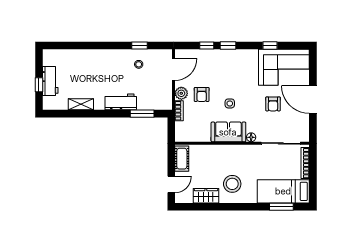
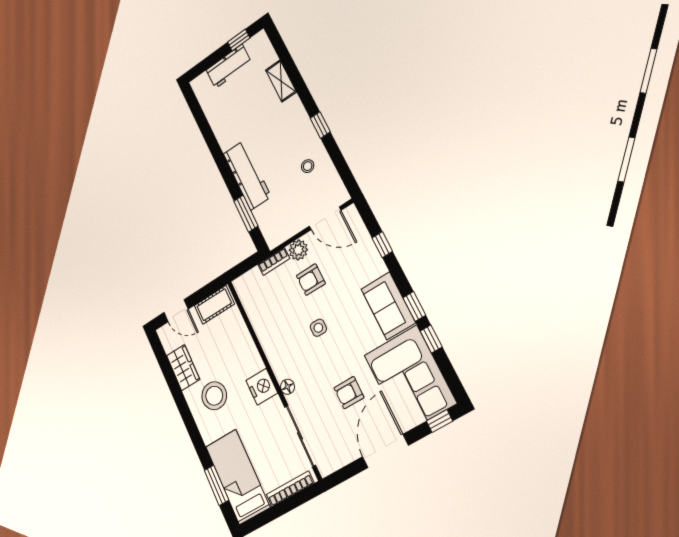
window: (139, 46) -> (320, 125), moved
window: (228, 46) -> (414, 306), moved
window: (313, 63) -> (440, 421), added
window: (39, 85) -> (239, 40), moved
workbench: (121, 102) -> (247, 175), width x1.38
shelving: (81, 104) -> (281, 81), moved
sofa: (228, 132) -> (388, 306), moved, turned 180
nightstand: (243, 152) -> (262, 387), added

